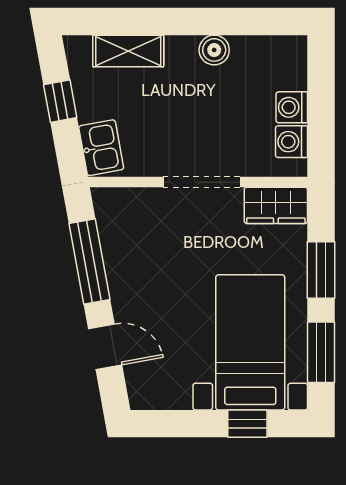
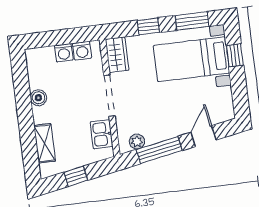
kitchen sink: (101, 148) -> (102, 134), moved, turned -80
plant: (110, 222) -> (137, 142), added
window: (321, 270) -> (148, 26), width x0.67

